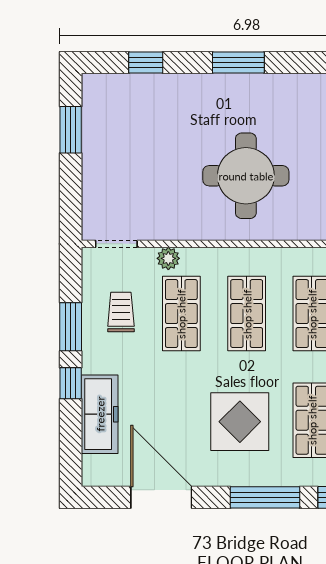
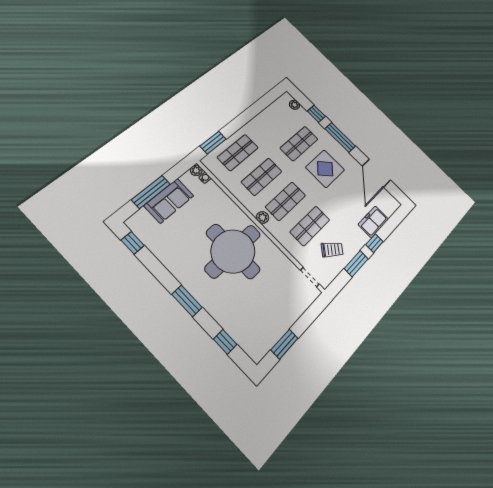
round table: (246, 176) -> (233, 251), width x1.36, depth x1.36
plant: (168, 258) -> (263, 217), moved
trolley: (121, 312) -> (332, 250), turned -140
freezer: (100, 414) -> (373, 222), width x0.71

